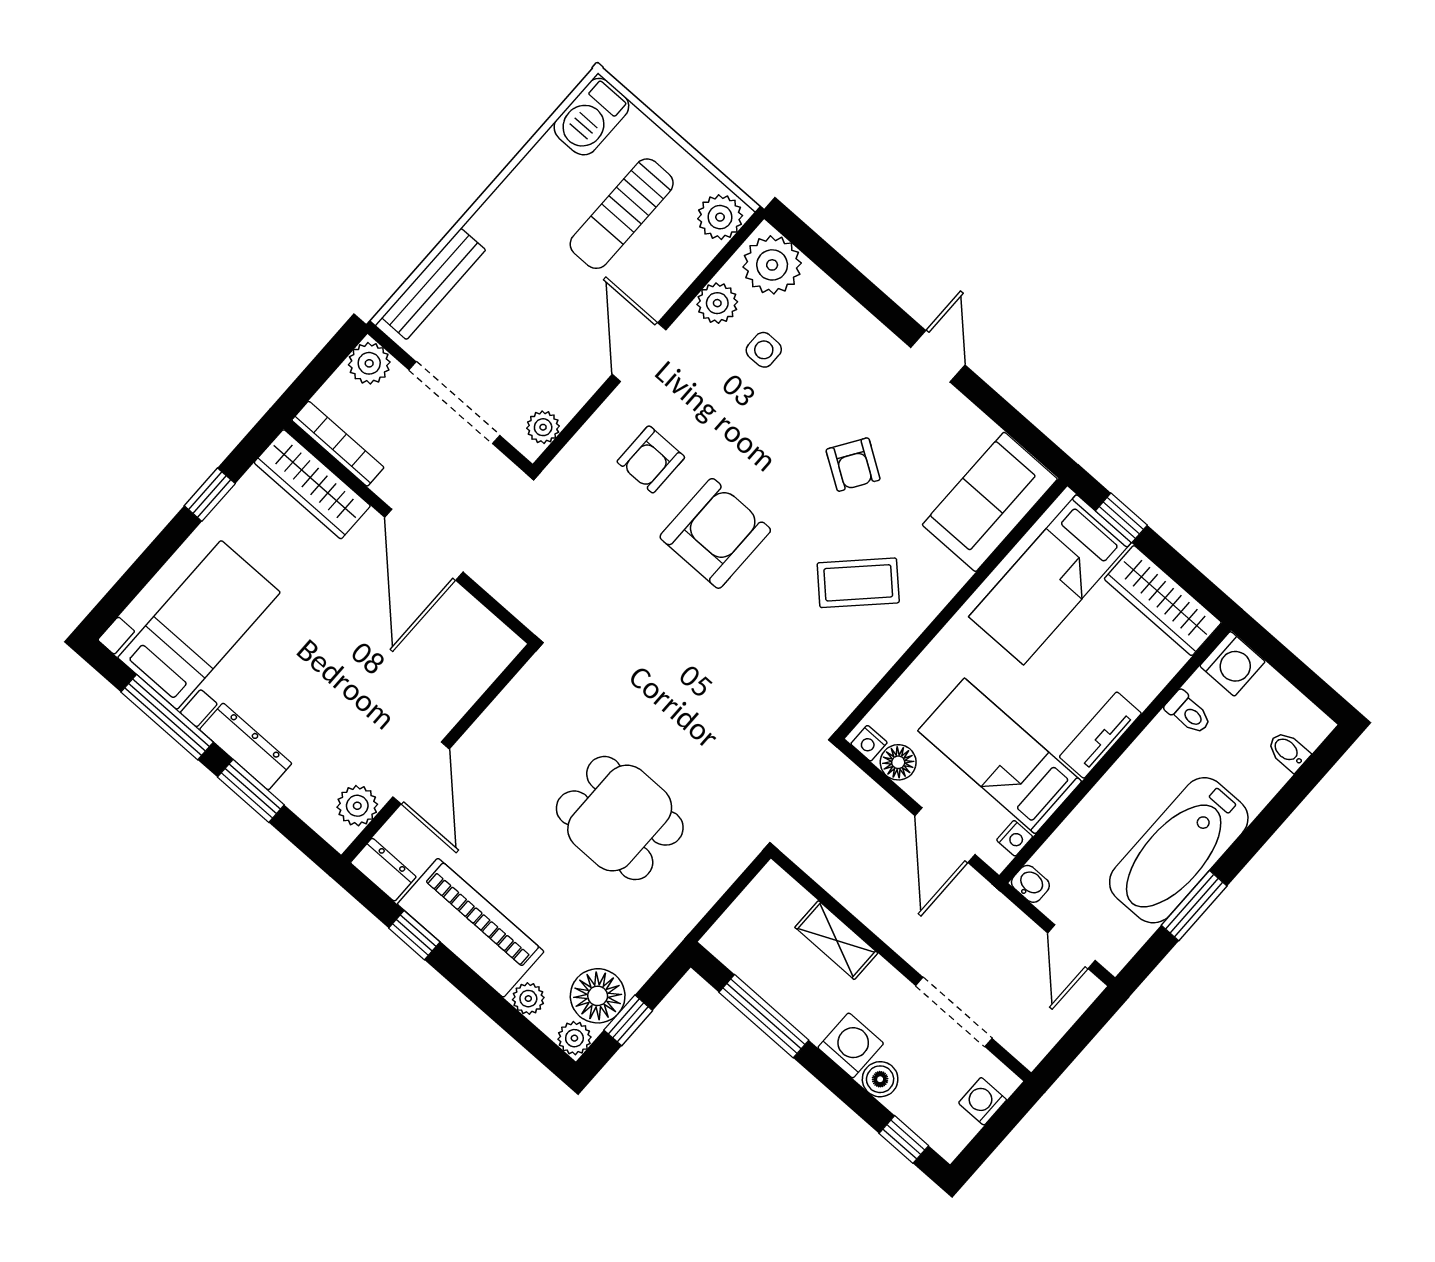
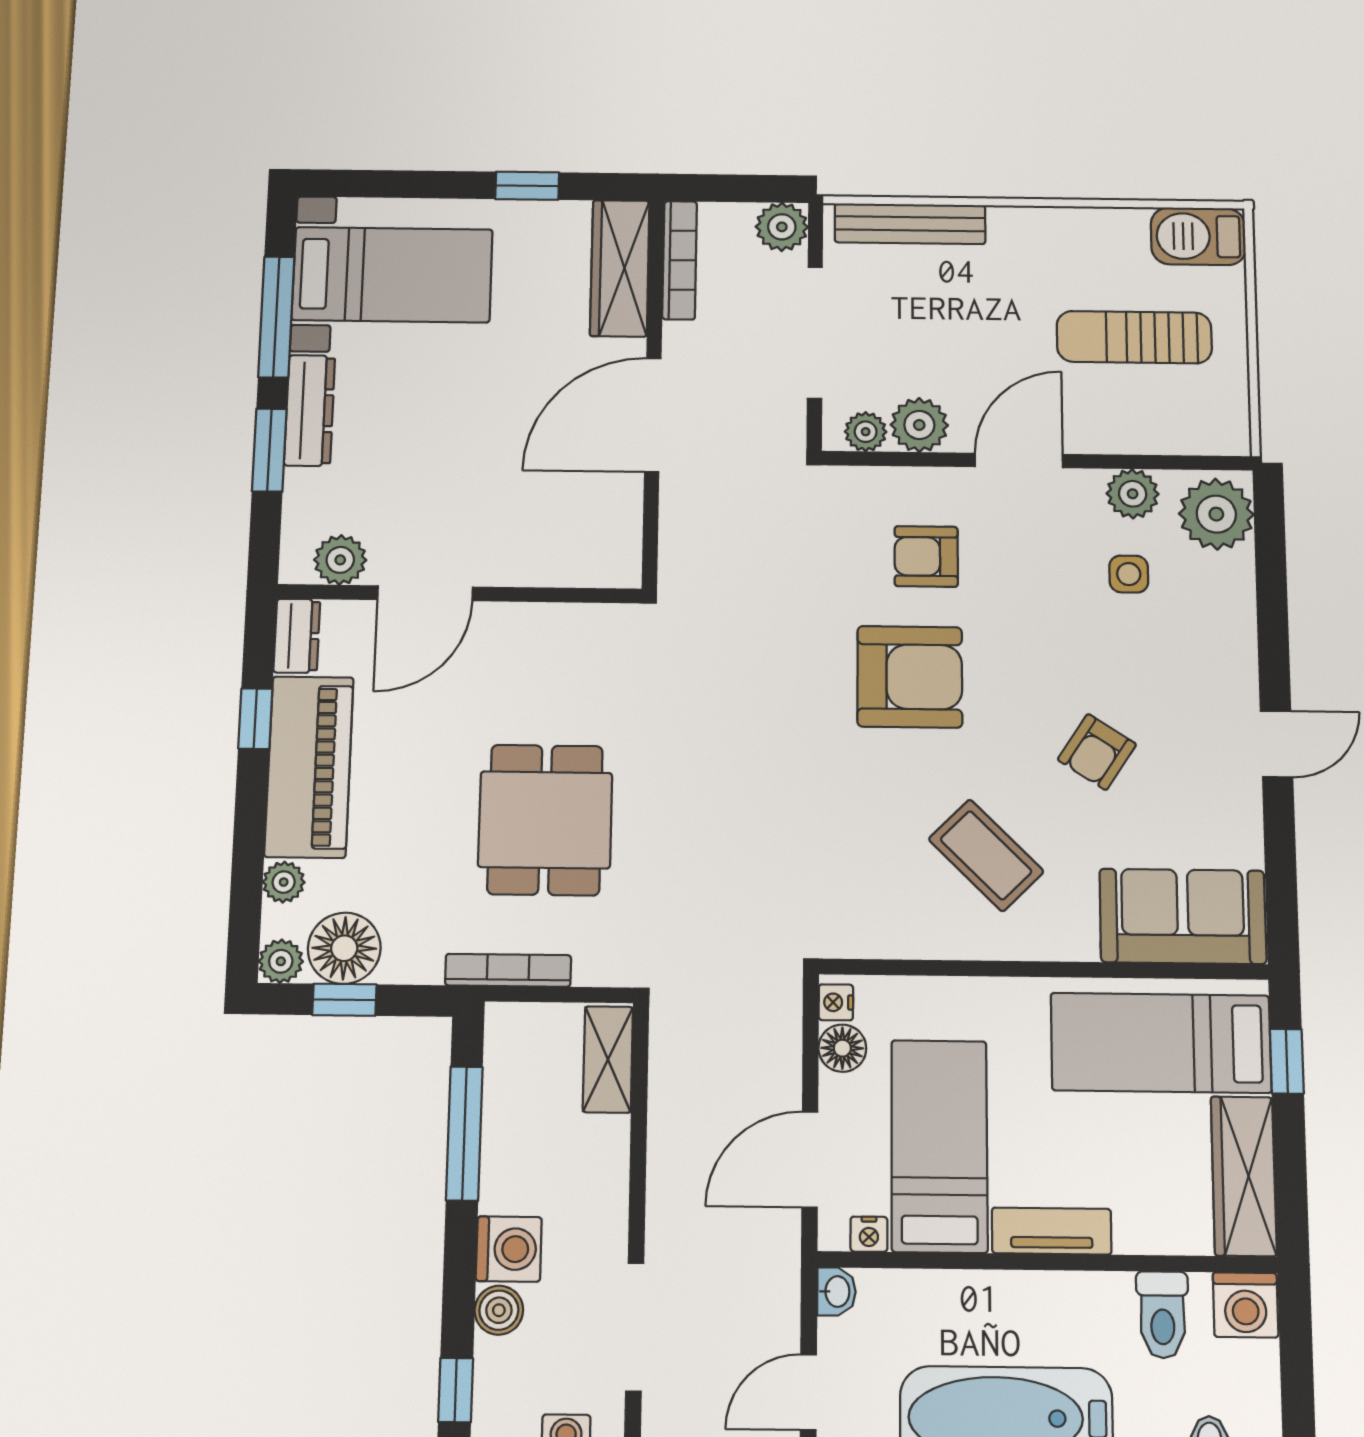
plant: (720, 217) -> (919, 425), moved
toilet: (1188, 713) -> (1163, 1315), width x1.37, depth x1.39
bookcase: (691, 913) -> (508, 970), added
shelving: (836, 940) -> (608, 1059), moved

